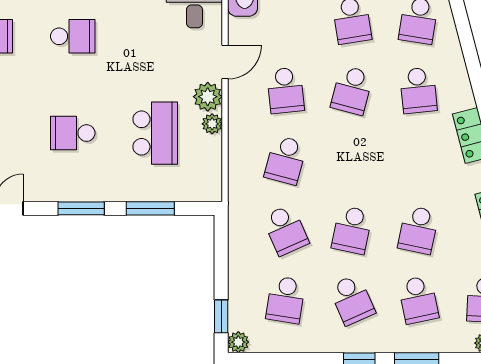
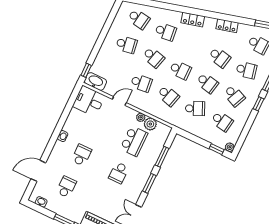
door: (225, 62) -> (119, 101), hinge flipped
plant: (208, 97) -> (150, 124), moved
school desk: (155, 133) -> (134, 141), turned 90
school desk: (352, 160) -> (180, 70), added
school desk: (352, 300) -> (234, 96), turned 48

